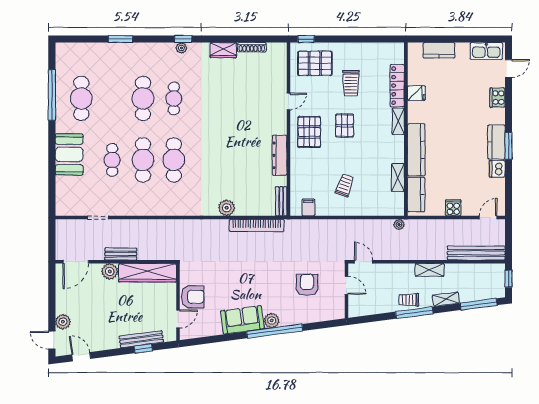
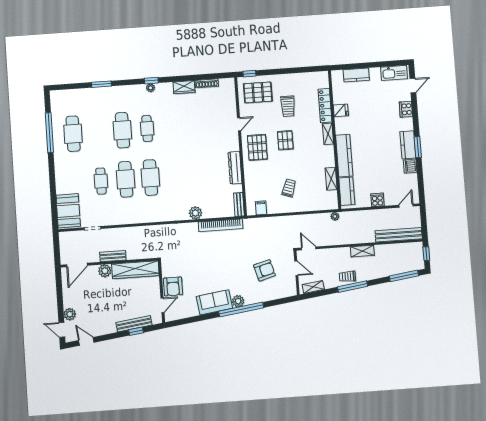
booth: (69, 154) -> (68, 211), moved
armchair: (307, 285) -> (264, 270), turned 75
armchair: (193, 297) -> (173, 286), turned 90
shelving: (446, 299) -> (313, 287), moved

